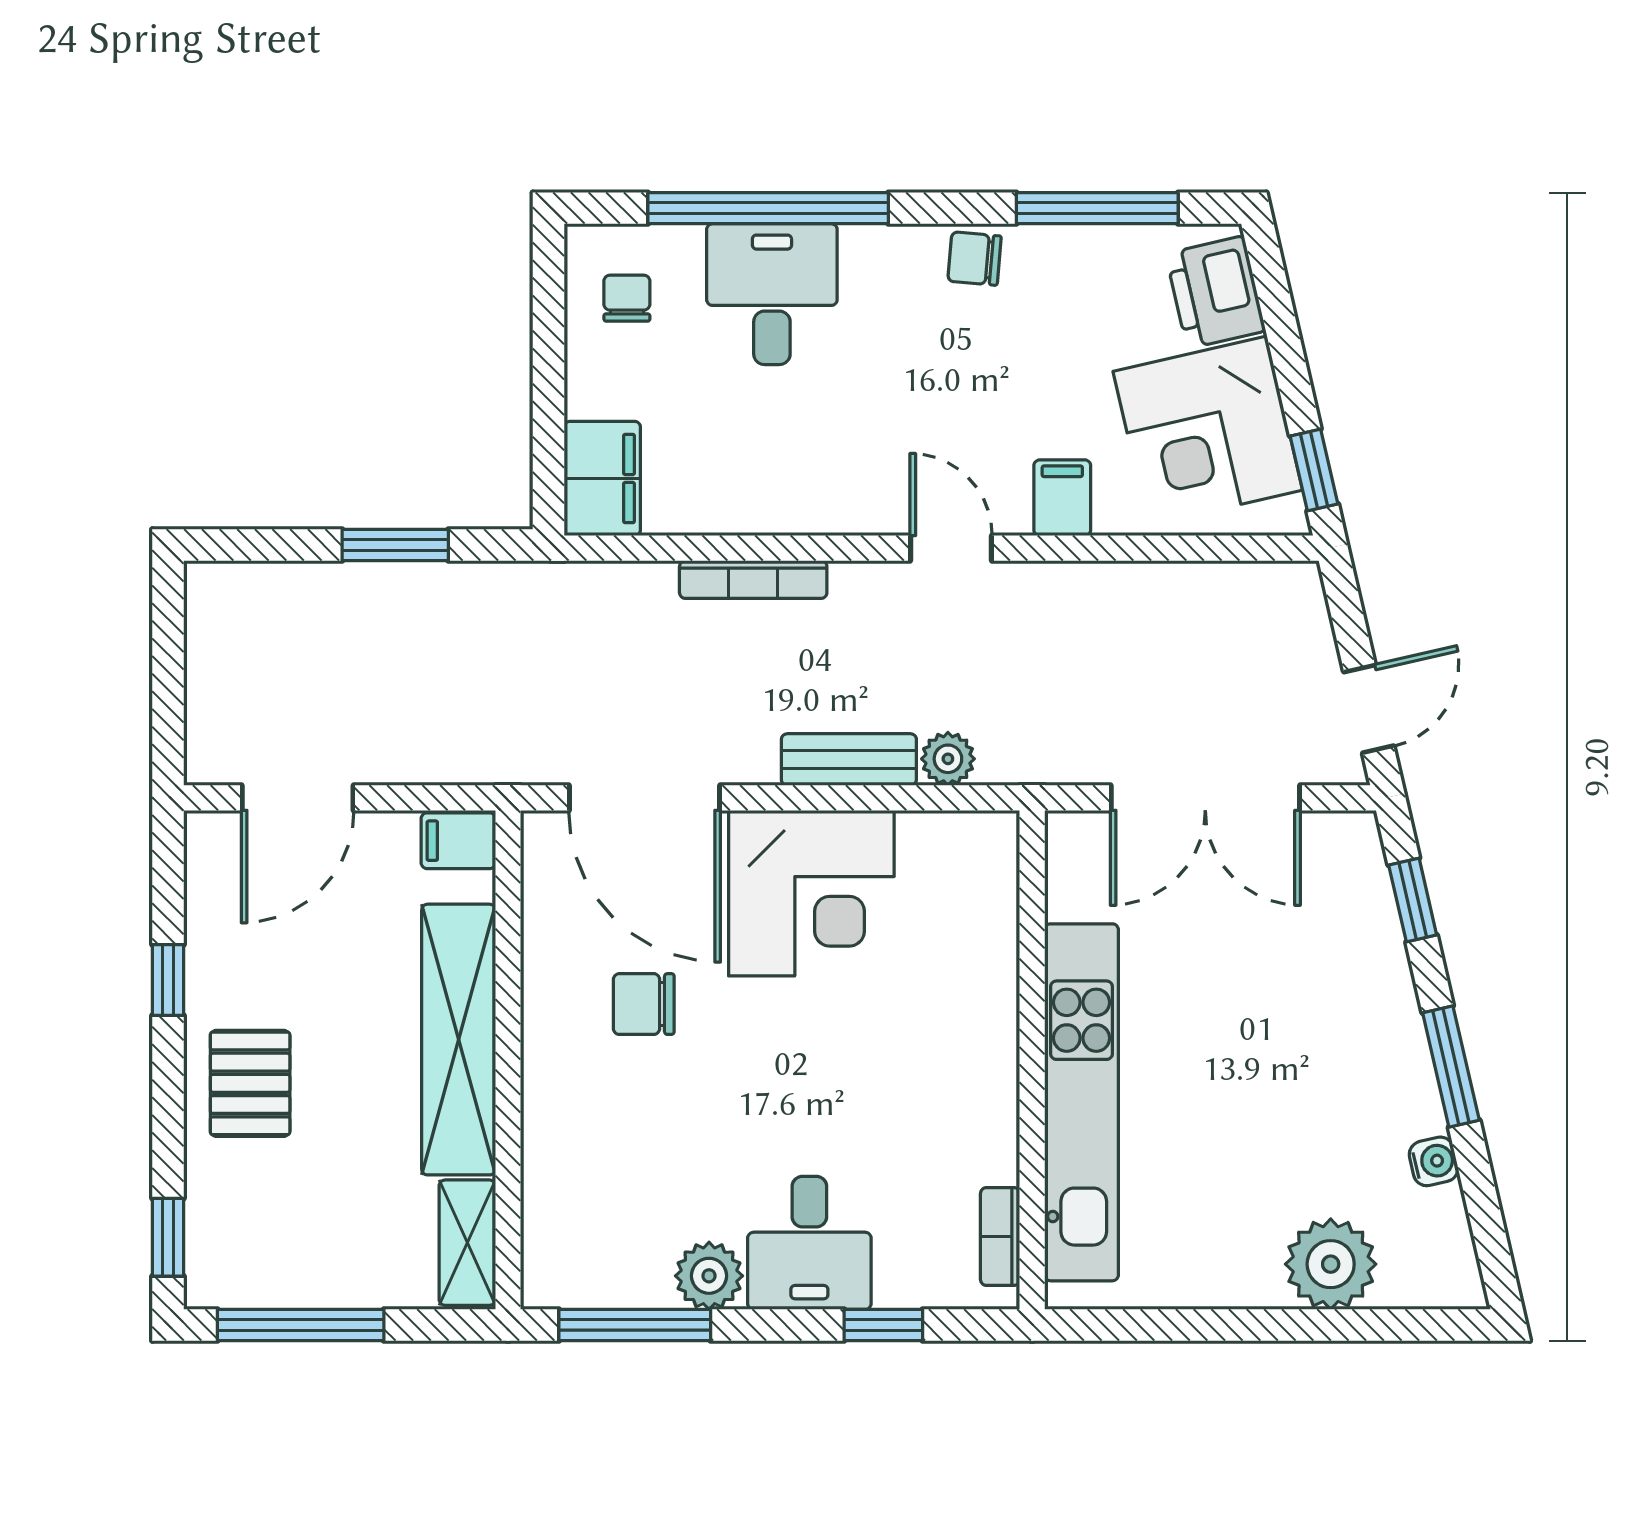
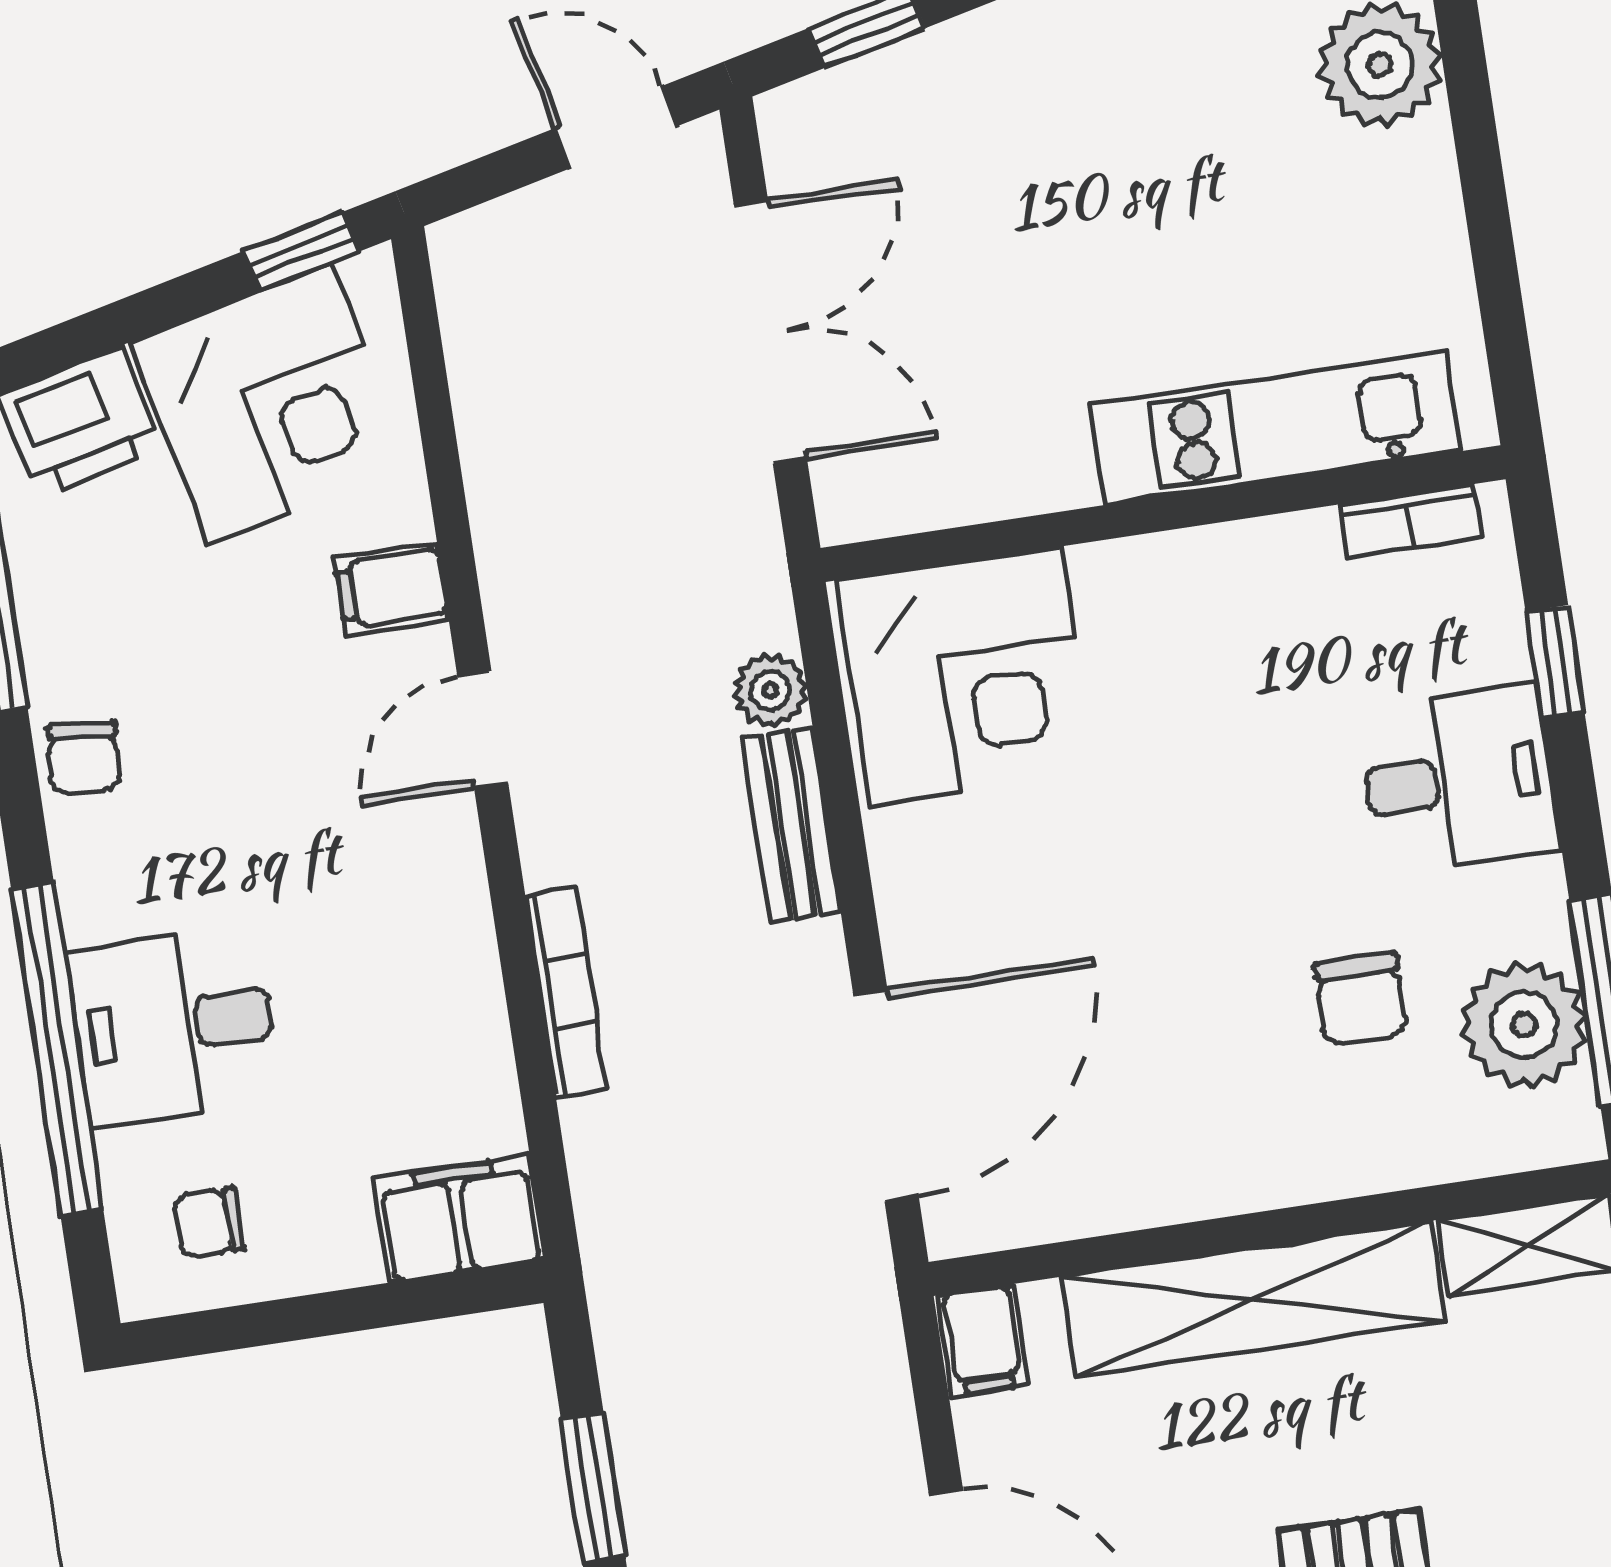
corner desk: (811, 893) -> (966, 676), moved, turned 90
chair: (644, 1004) -> (1361, 999), moved
kitchen unit: (1082, 1102) -> (1276, 428), width x0.73
plant: (709, 1276) -> (1524, 1025), moved, width x1.36, depth x1.36

